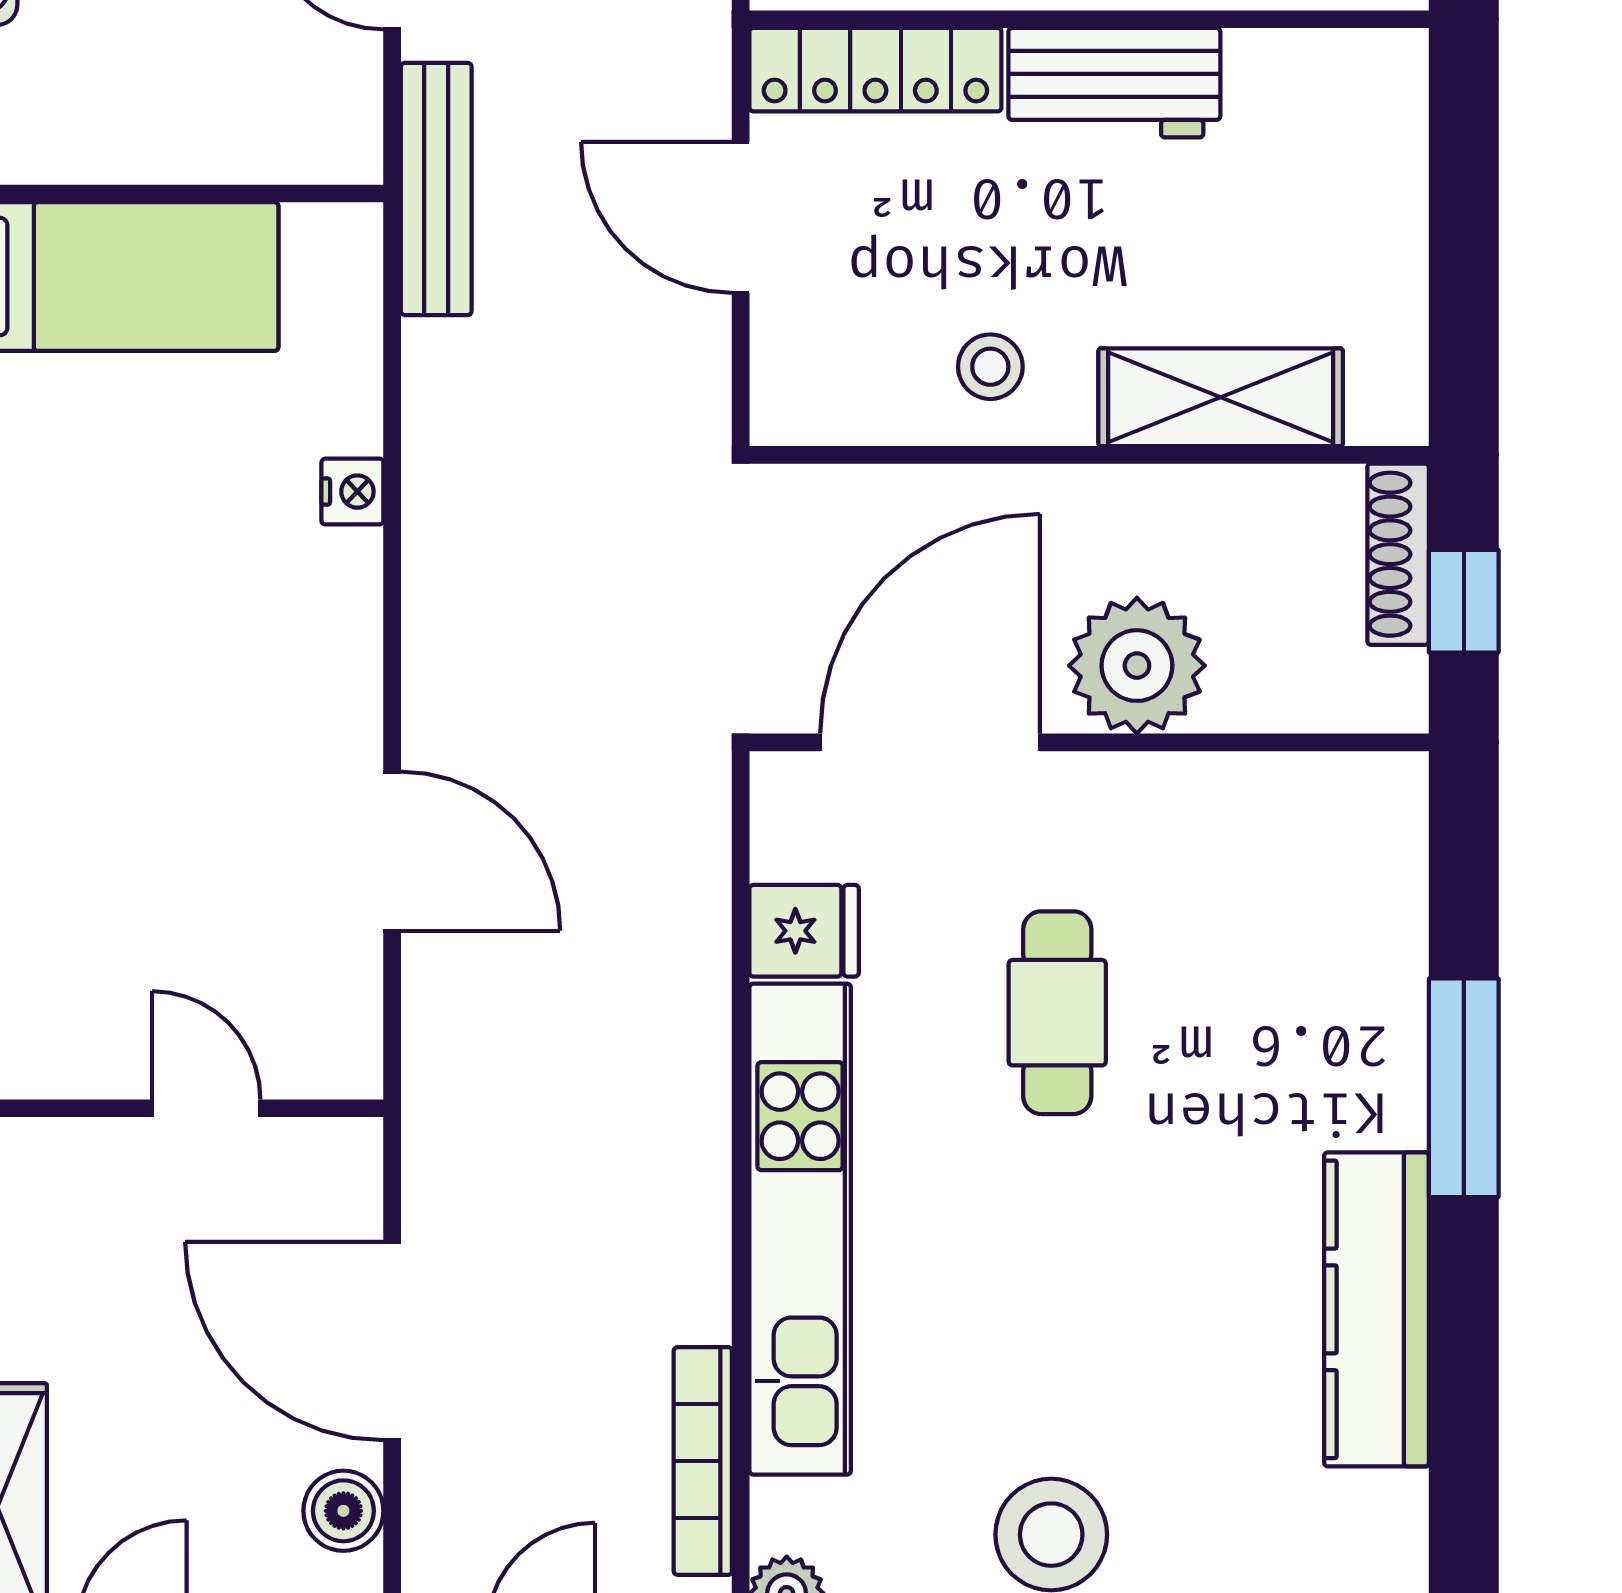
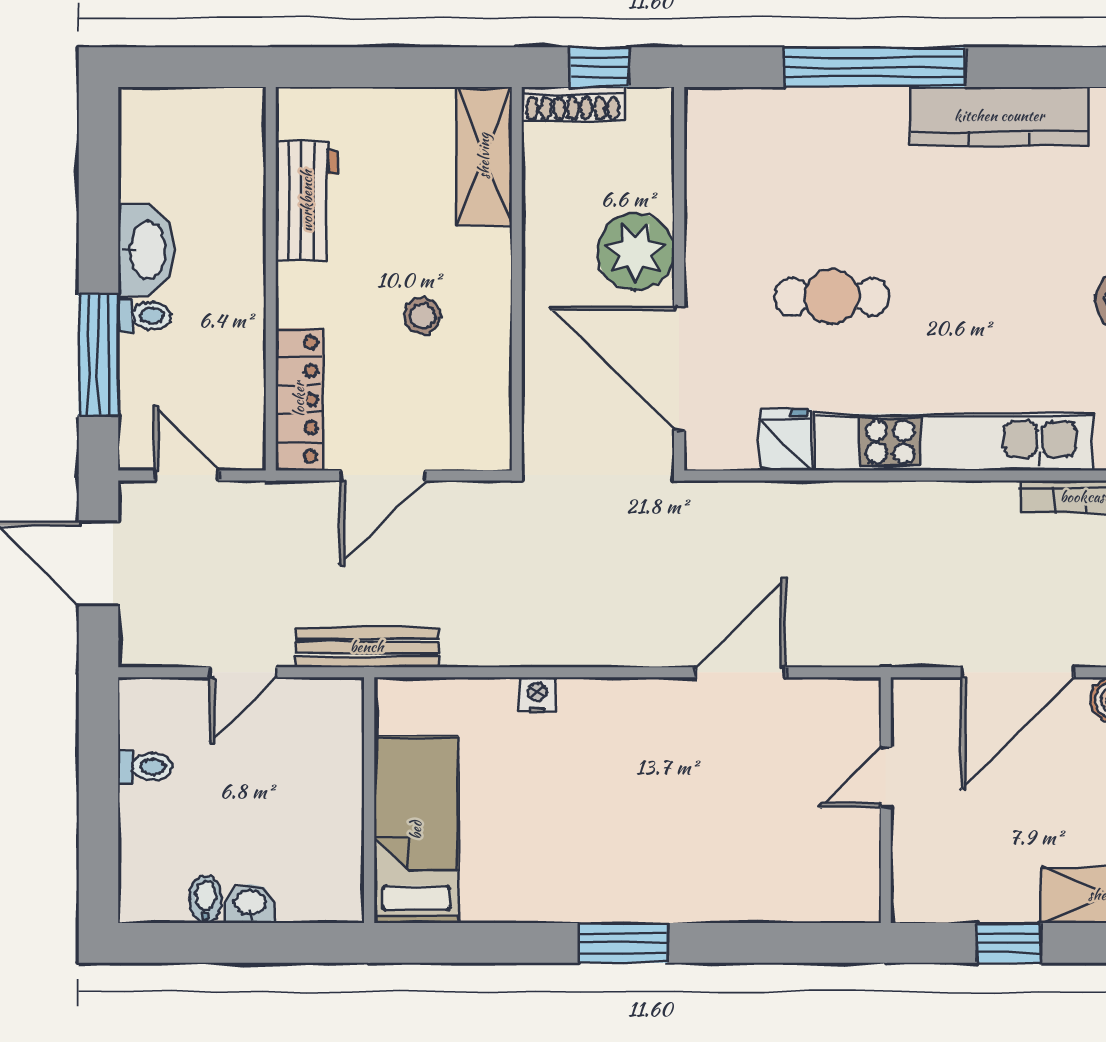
workbench: (1114, 83) -> (307, 201), moved
stool: (990, 367) -> (422, 316), moved
shelving: (1221, 397) -> (484, 156), moved
window: (1464, 1088) -> (874, 67), width x1.46

